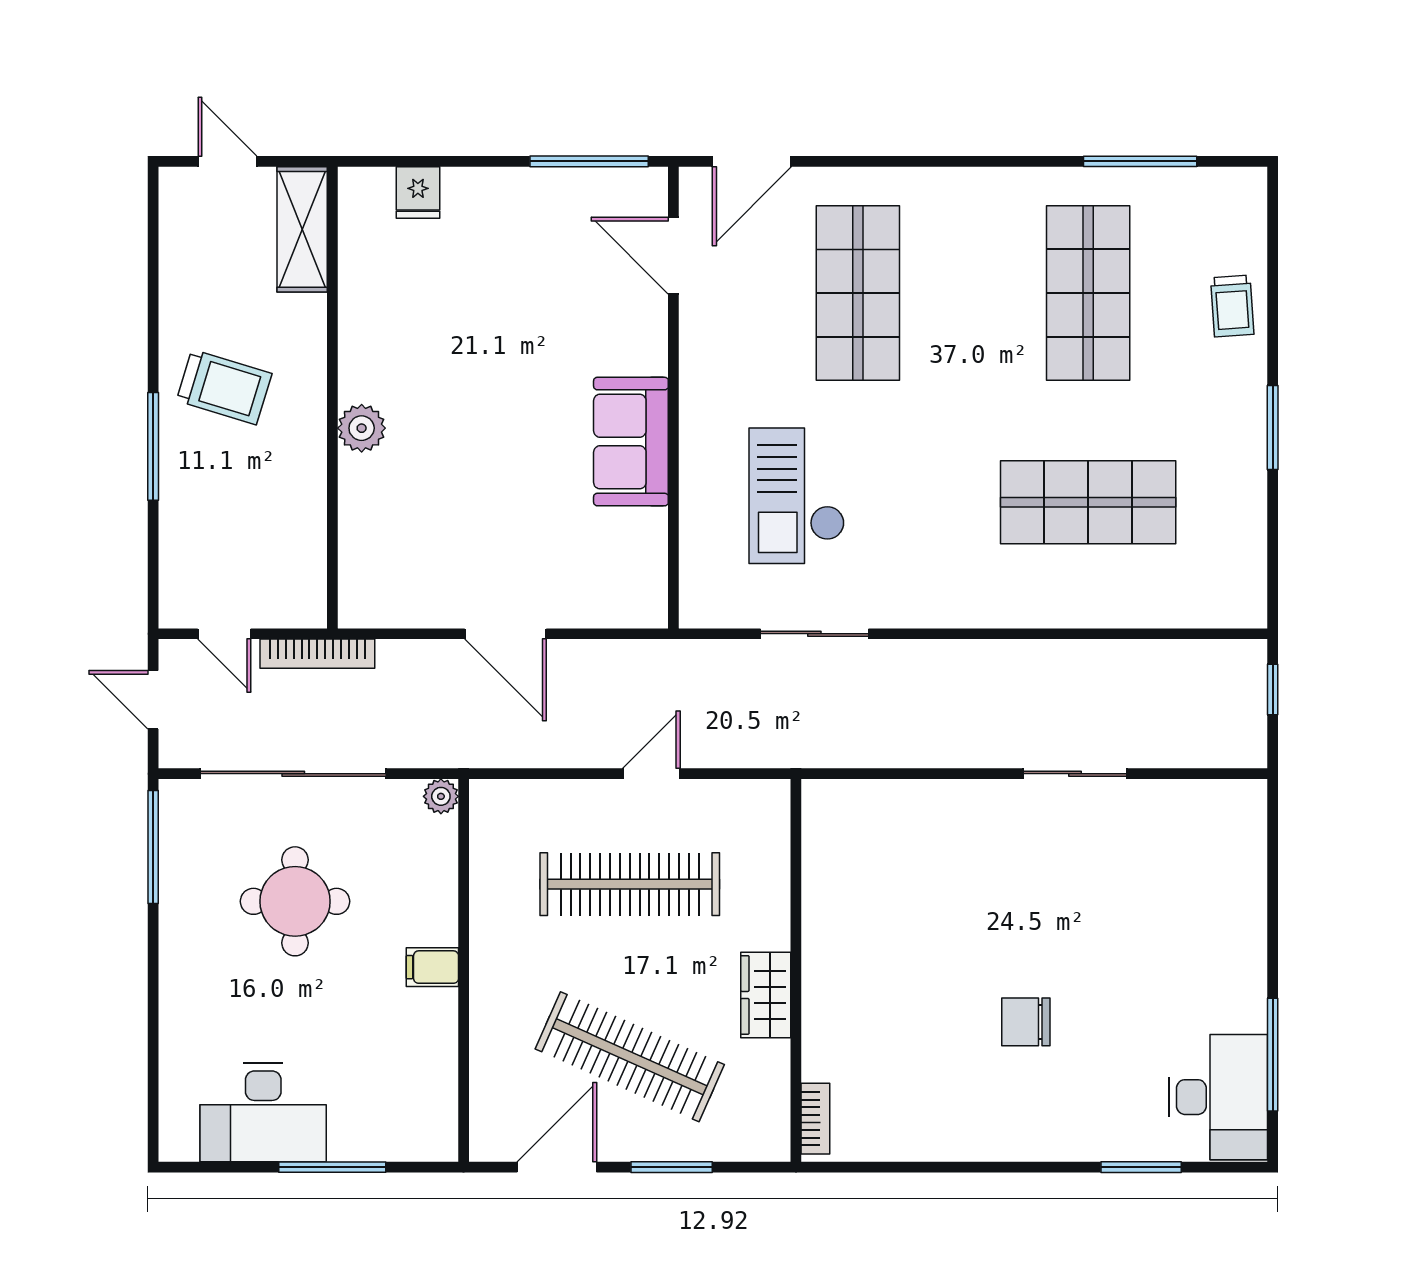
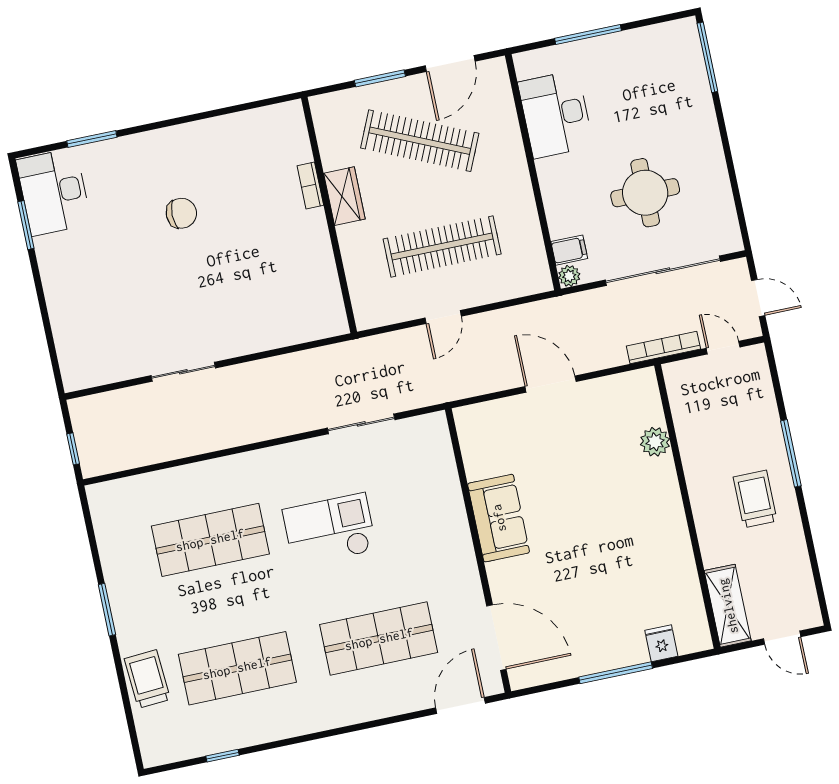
window: (589, 161) -> (616, 673), moved
window: (1140, 161) -> (222, 756), width x0.46
door: (673, 256) -> (496, 638), width x1.36
shop shelf: (858, 293) -> (379, 639), turned 90
shop shelf: (1088, 293) -> (237, 668), turned 90
trolley: (1232, 306) -> (147, 679), width x1.36, depth x1.39
trolley: (224, 387) -> (755, 499), turned 73
plant: (362, 428) -> (655, 442), moved
checkout: (797, 496) -> (330, 530), moved, turned -90
window: (153, 847) -> (707, 57), moved
filing cabinet: (432, 967) -> (569, 250), moved
window: (1273, 1055) -> (26, 225), width x0.69
desk: (263, 1112) -> (556, 114), moved, turned -90
bookcase: (815, 1119) -> (310, 185), moved

